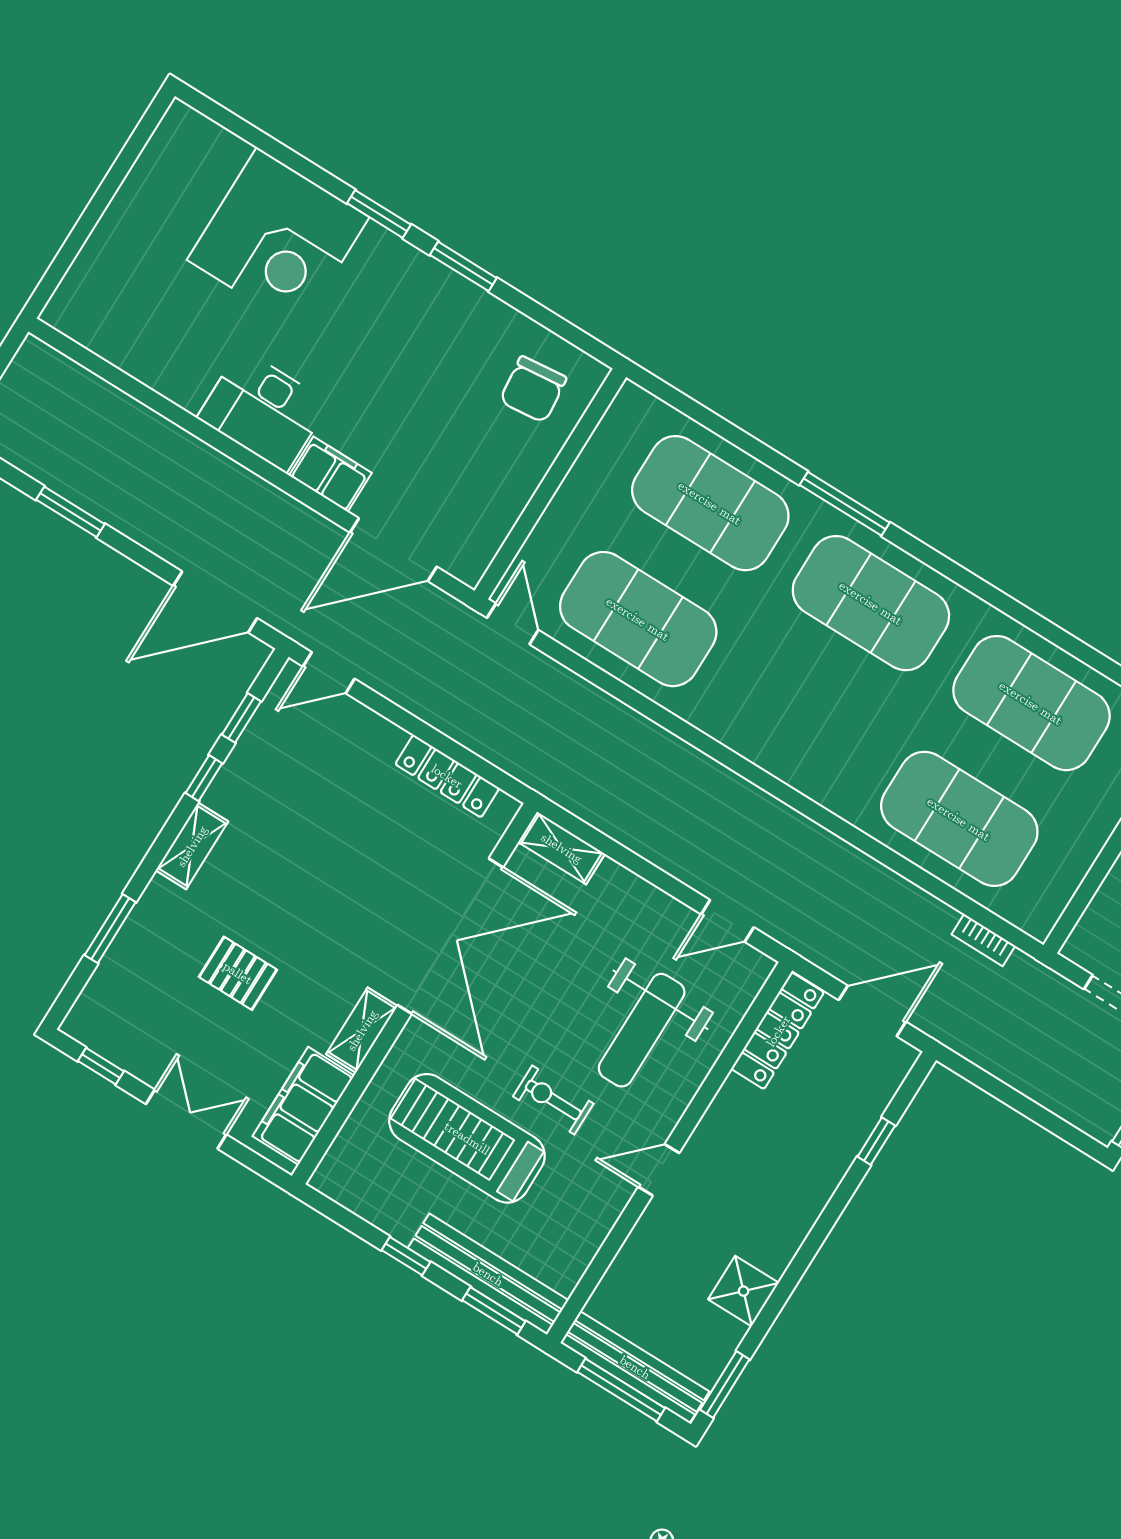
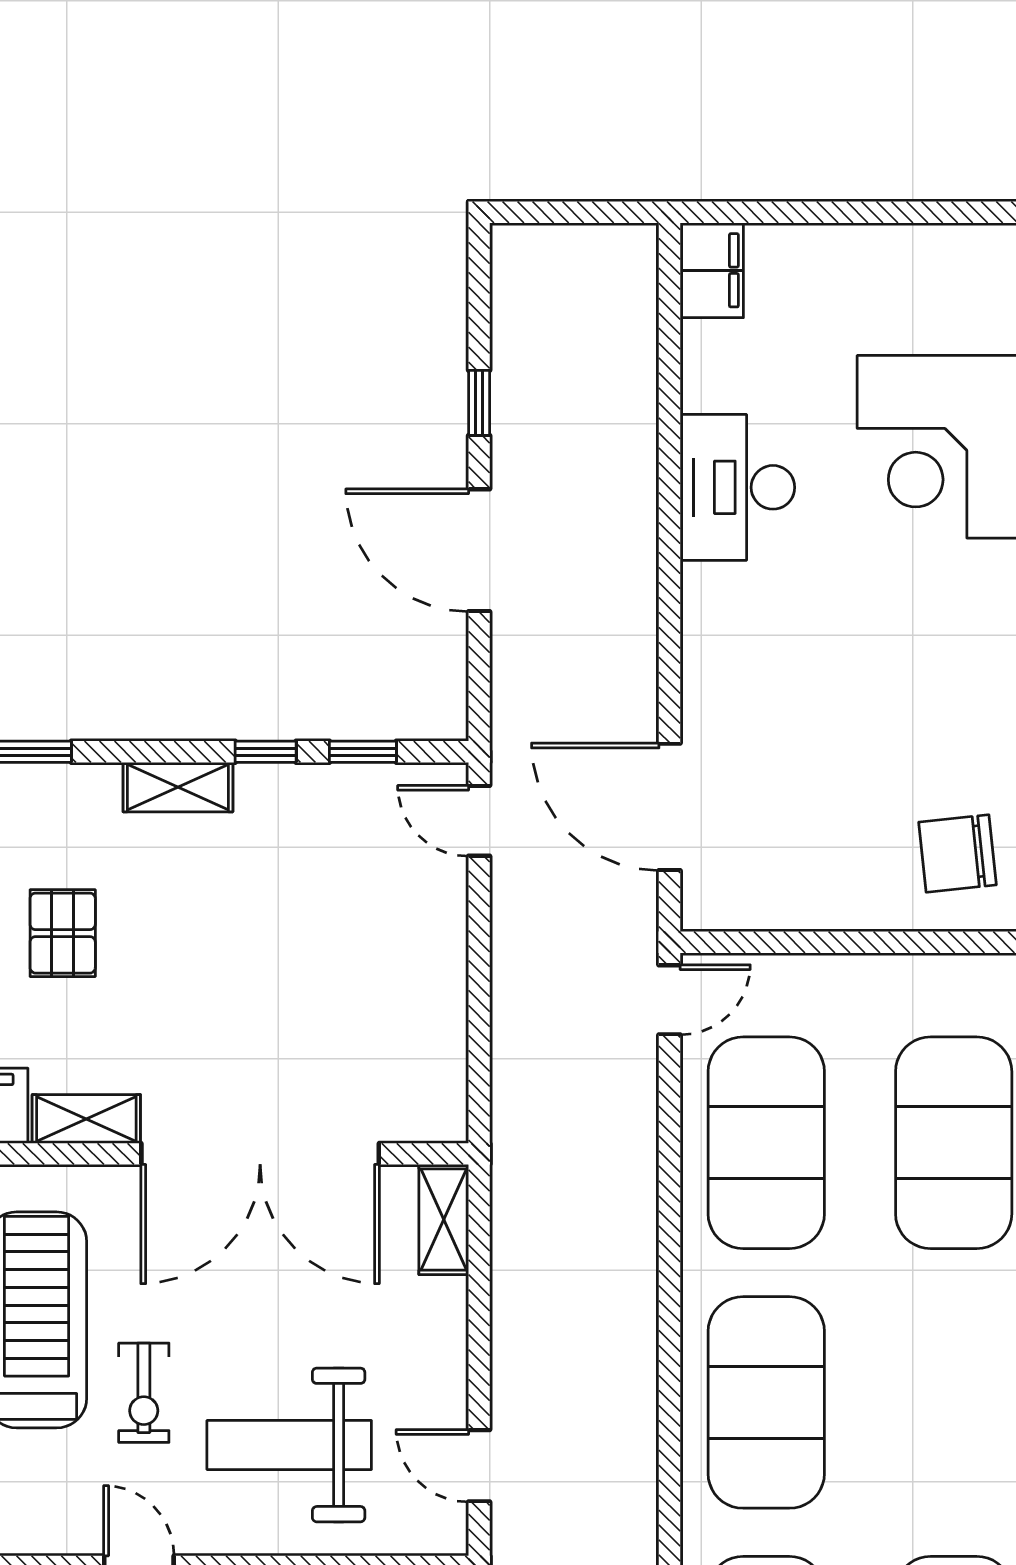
desk: (263, 410) -> (737, 487), moved
filing cabinet: (330, 474) -> (712, 270), moved
window: (70, 512) -> (479, 403), width x0.67
door: (215, 602) -> (479, 550), moved
exercise mat: (871, 603) -> (766, 1402), moved
locker: (447, 776) -> (444, 1034), removed
exercise bike: (553, 1100) -> (144, 1393), turned 180

